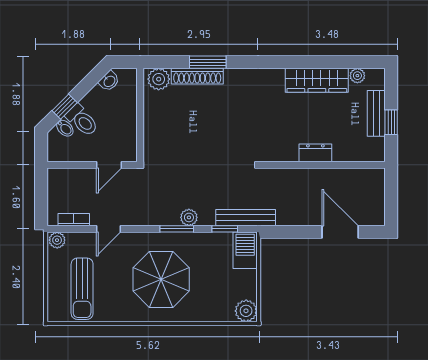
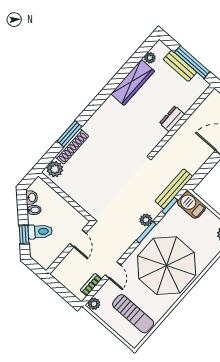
window: (391, 122) -> (192, 62), width x2.17
bidet: (65, 128) -> (34, 210), moved
parasol: (161, 279) -> (167, 266), width x1.36, depth x1.36

